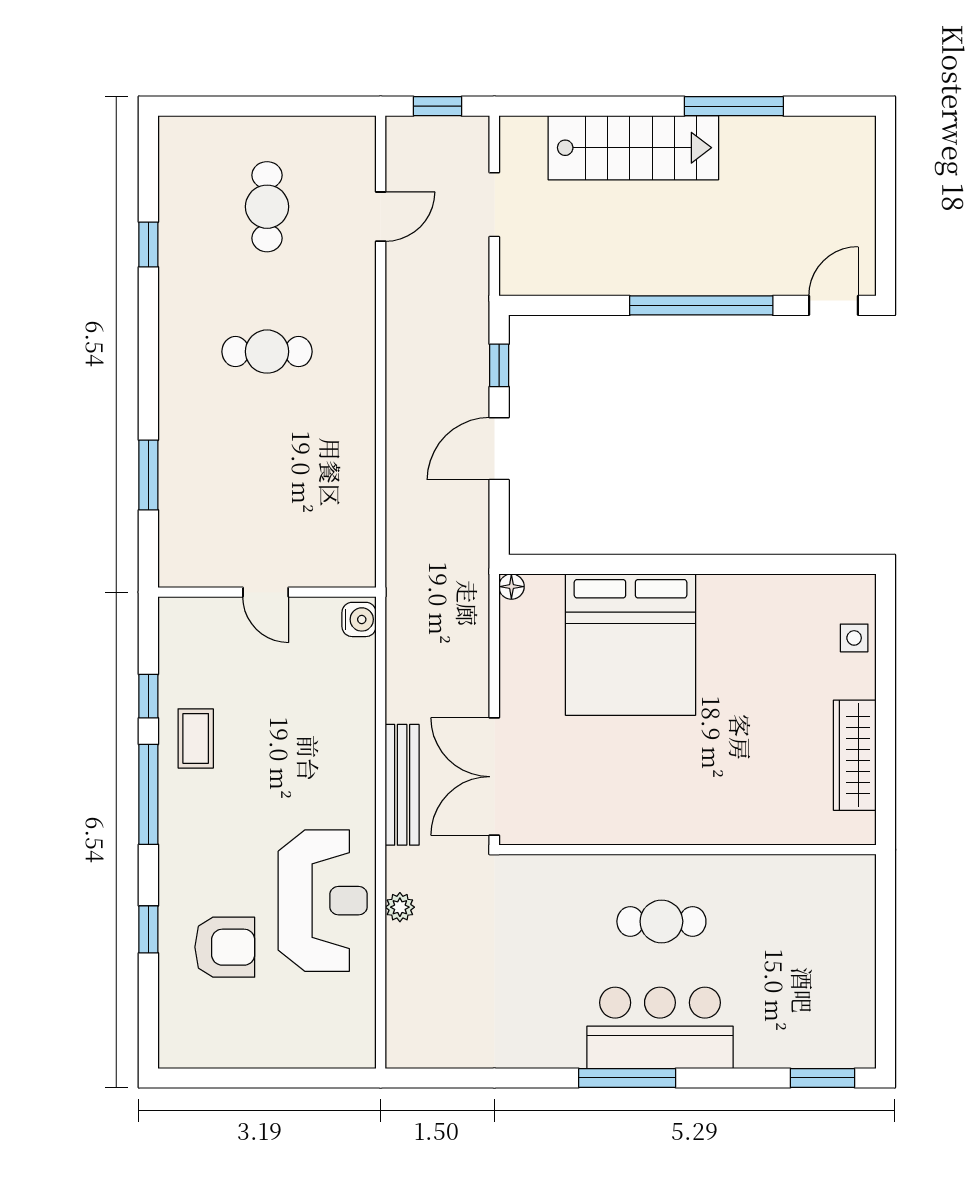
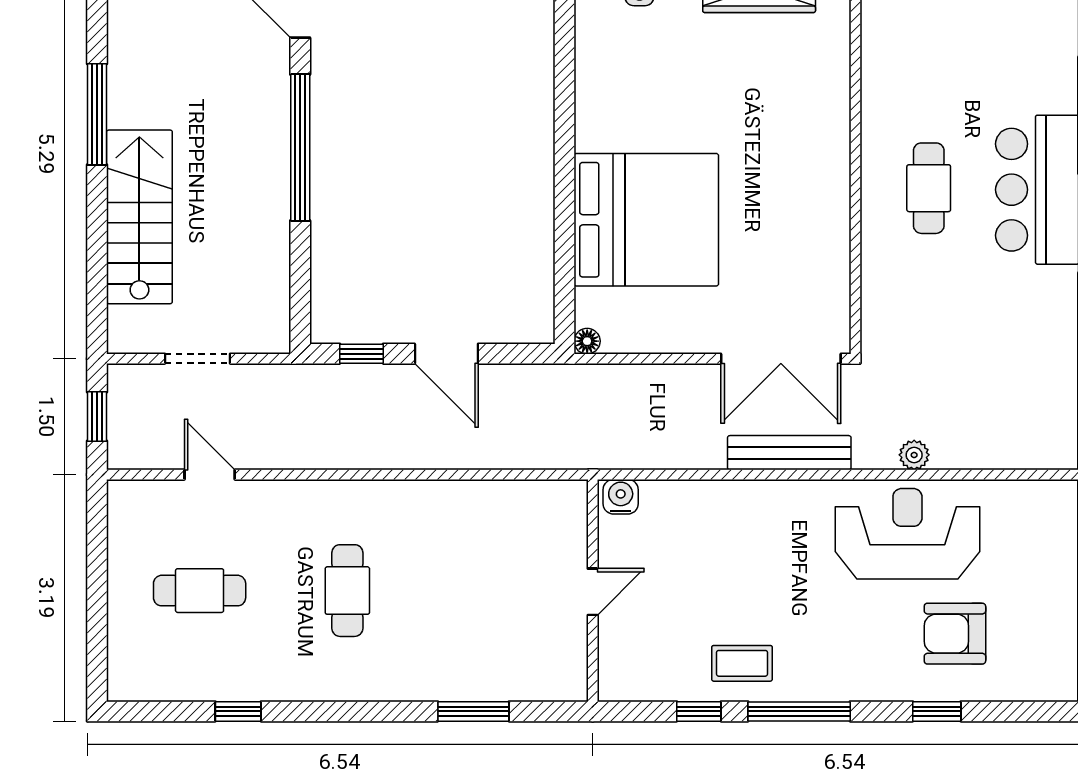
armchair: (225, 947) -> (955, 634), turned -90

